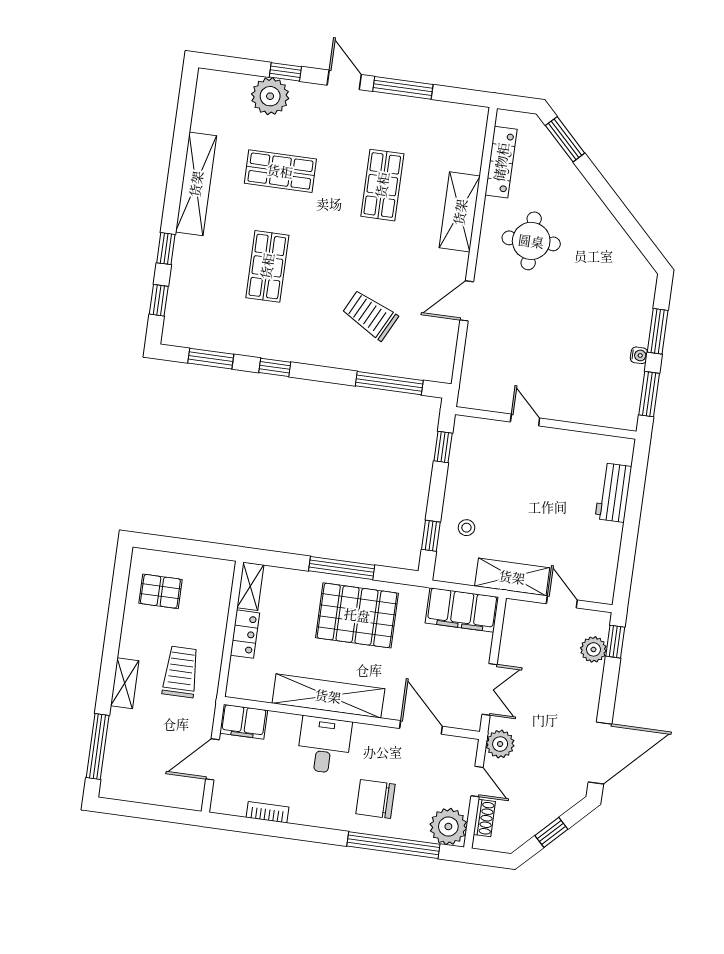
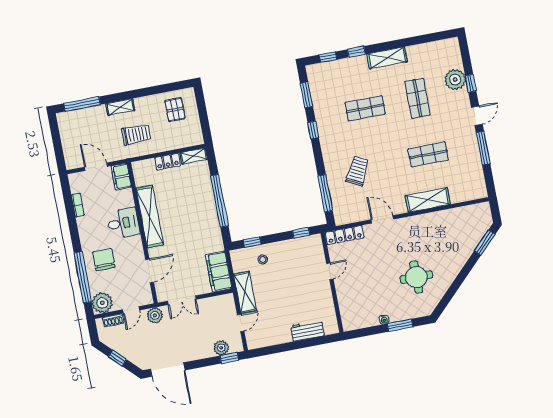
locker: (501, 162) -> (345, 235), moved
shelving: (196, 184) -> (387, 58), width x0.68
round table: (531, 241) -> (416, 277), moved
window: (649, 394) -> (365, 332), removed
window: (342, 568) -> (219, 201), width x1.46
pallet: (357, 615) -> (197, 217), removed

